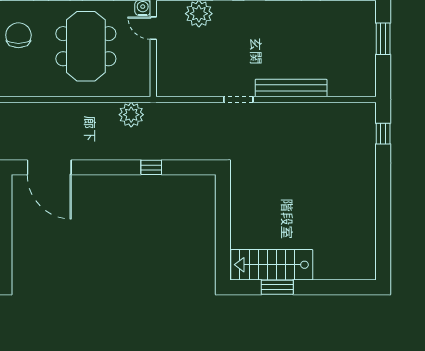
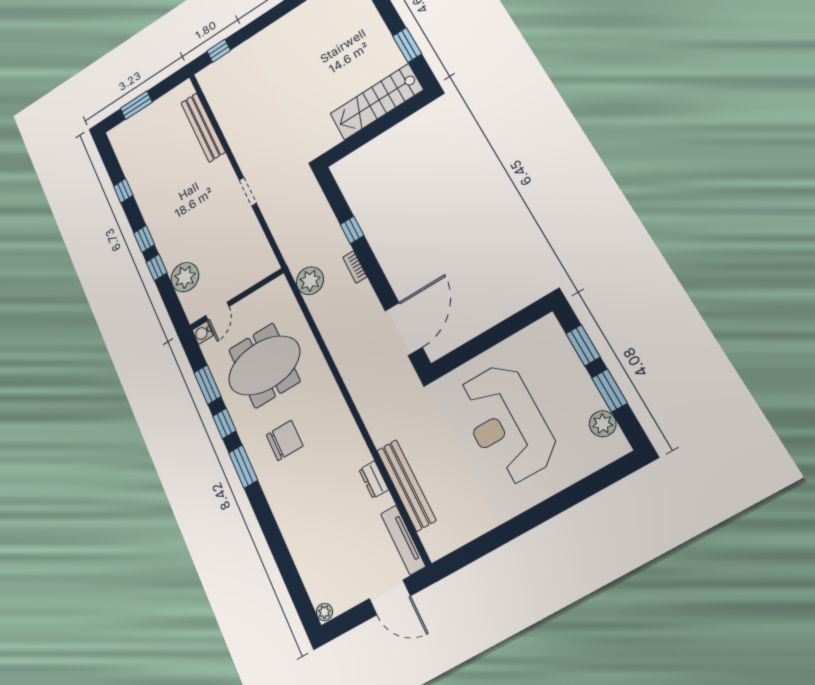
chair: (18, 35) -> (285, 440), turned 180
bench: (291, 88) -> (203, 127), moved
bookcase: (120, 155) -> (355, 267), added
stairs: (272, 265) -> (376, 102), moved, turned 90

